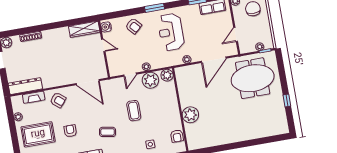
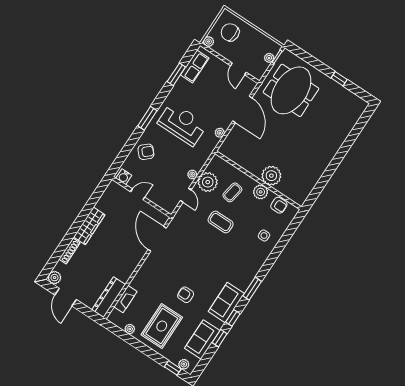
wardrobe: (84, 29) -> (89, 226), moved
reception desk: (171, 32) -> (182, 124), turned 180
plant: (167, 75) -> (261, 192), moved
door: (88, 82) -> (157, 239), swing flipped
armchair: (58, 100) -> (148, 280), removed
coffee table: (108, 132) -> (232, 192), moved

